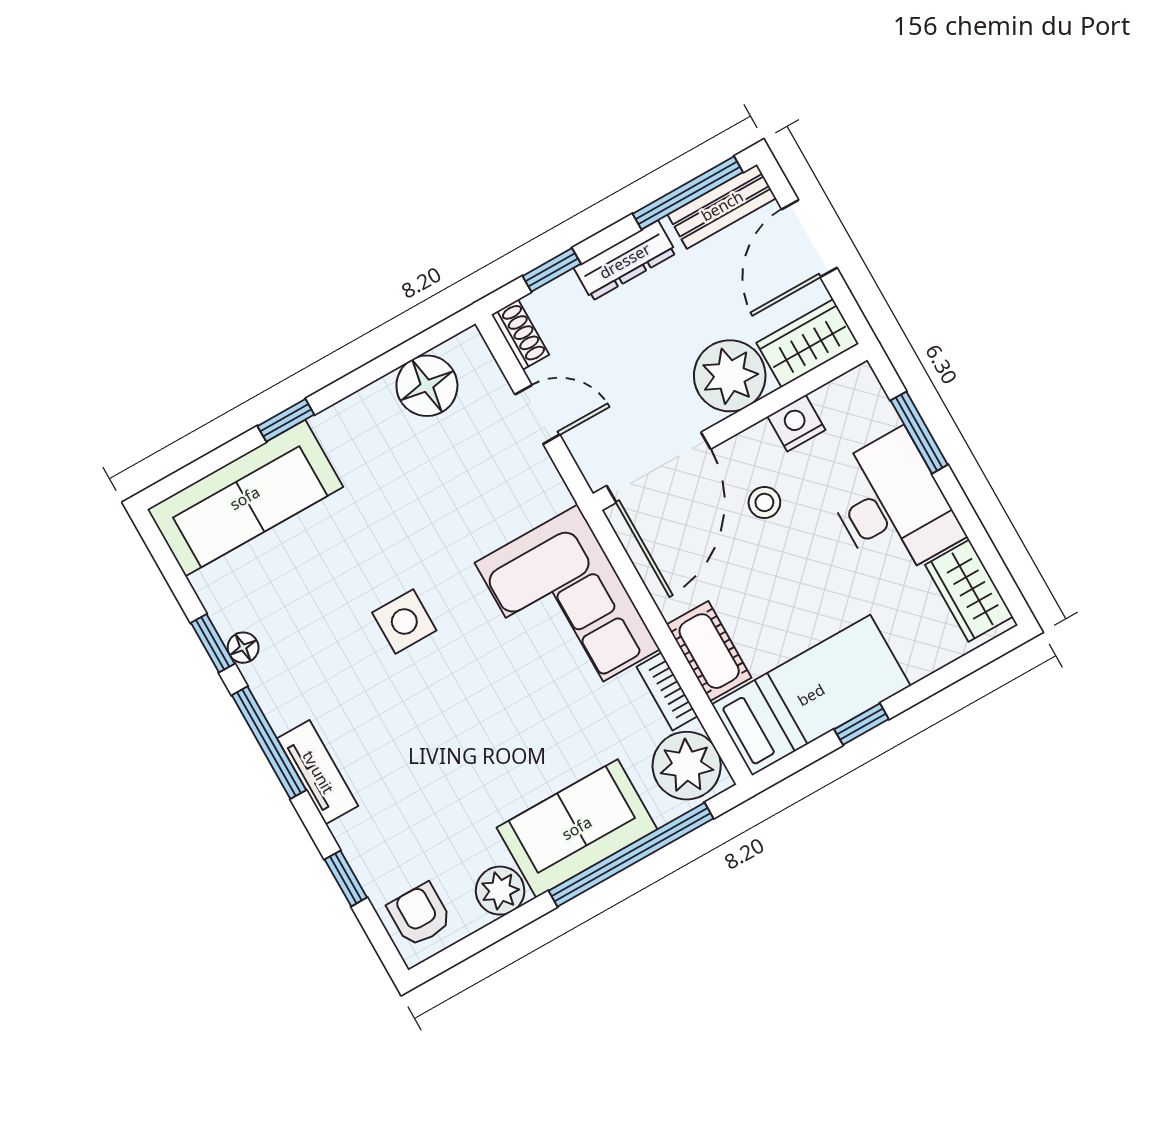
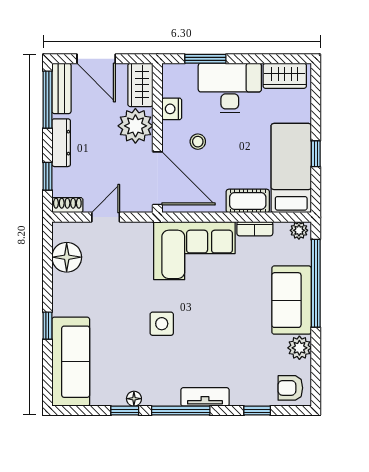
plant: (687, 766) -> (299, 230), width x0.53, depth x0.53

